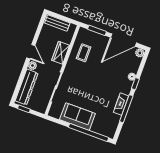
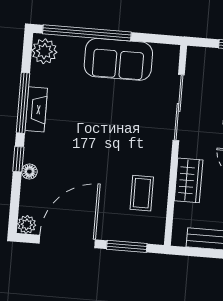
plant: (110, 129) -> (44, 51), added

